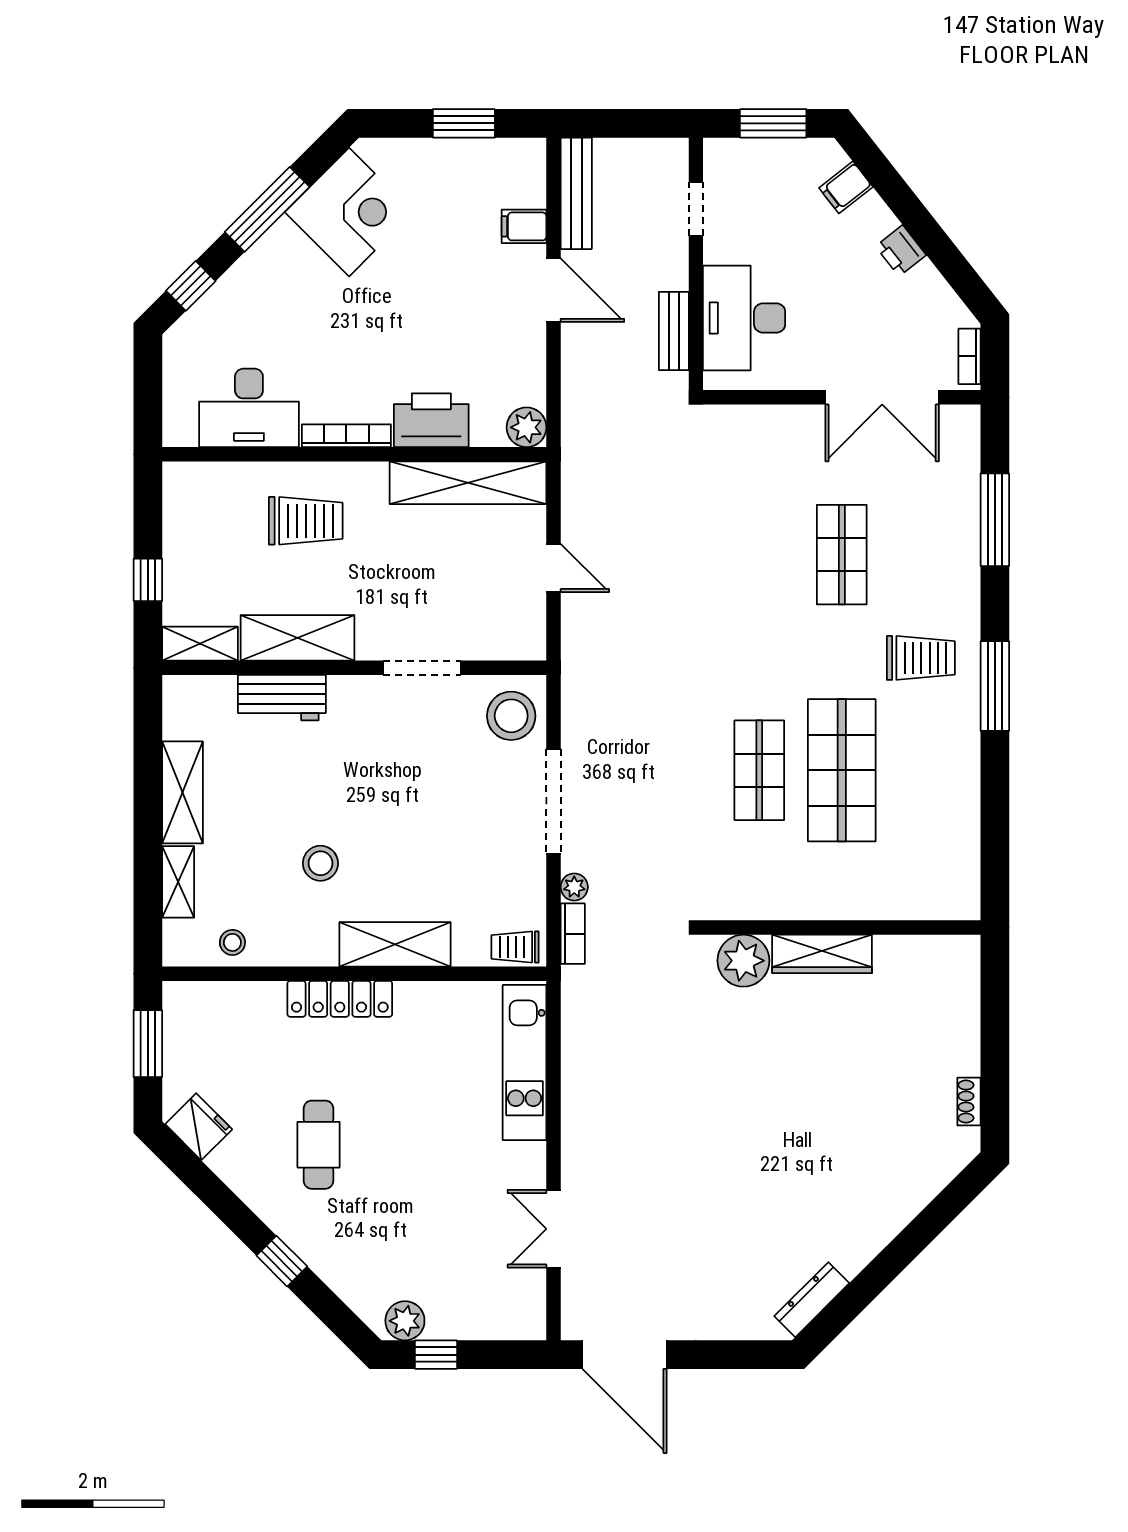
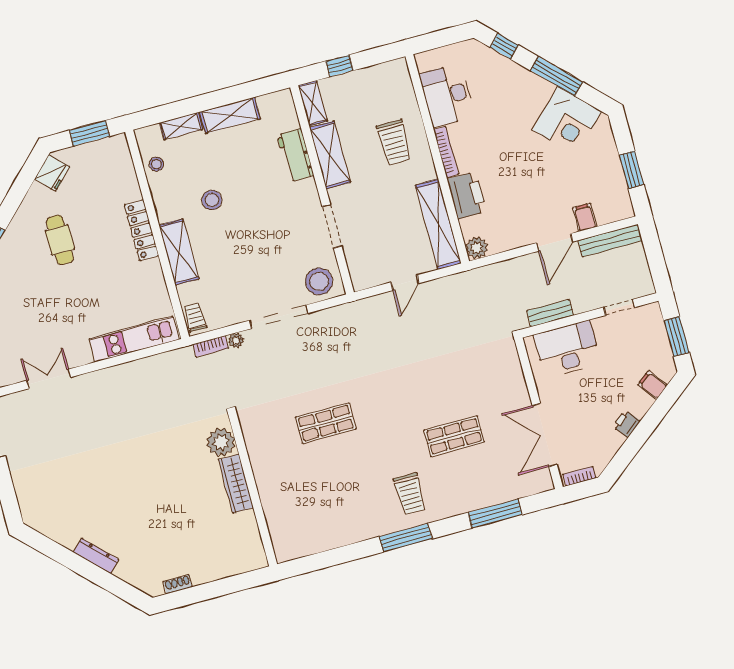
shop shelf: (842, 770) -> (338, 468), removed
cafe table: (318, 1145) -> (60, 240), turned 90
dresser: (812, 1300) -> (96, 556), moved

